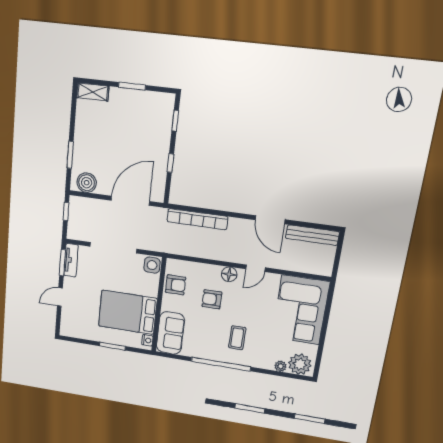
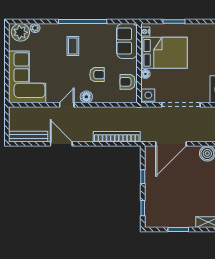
floor lamp: (153, 291) -> (145, 74), added

